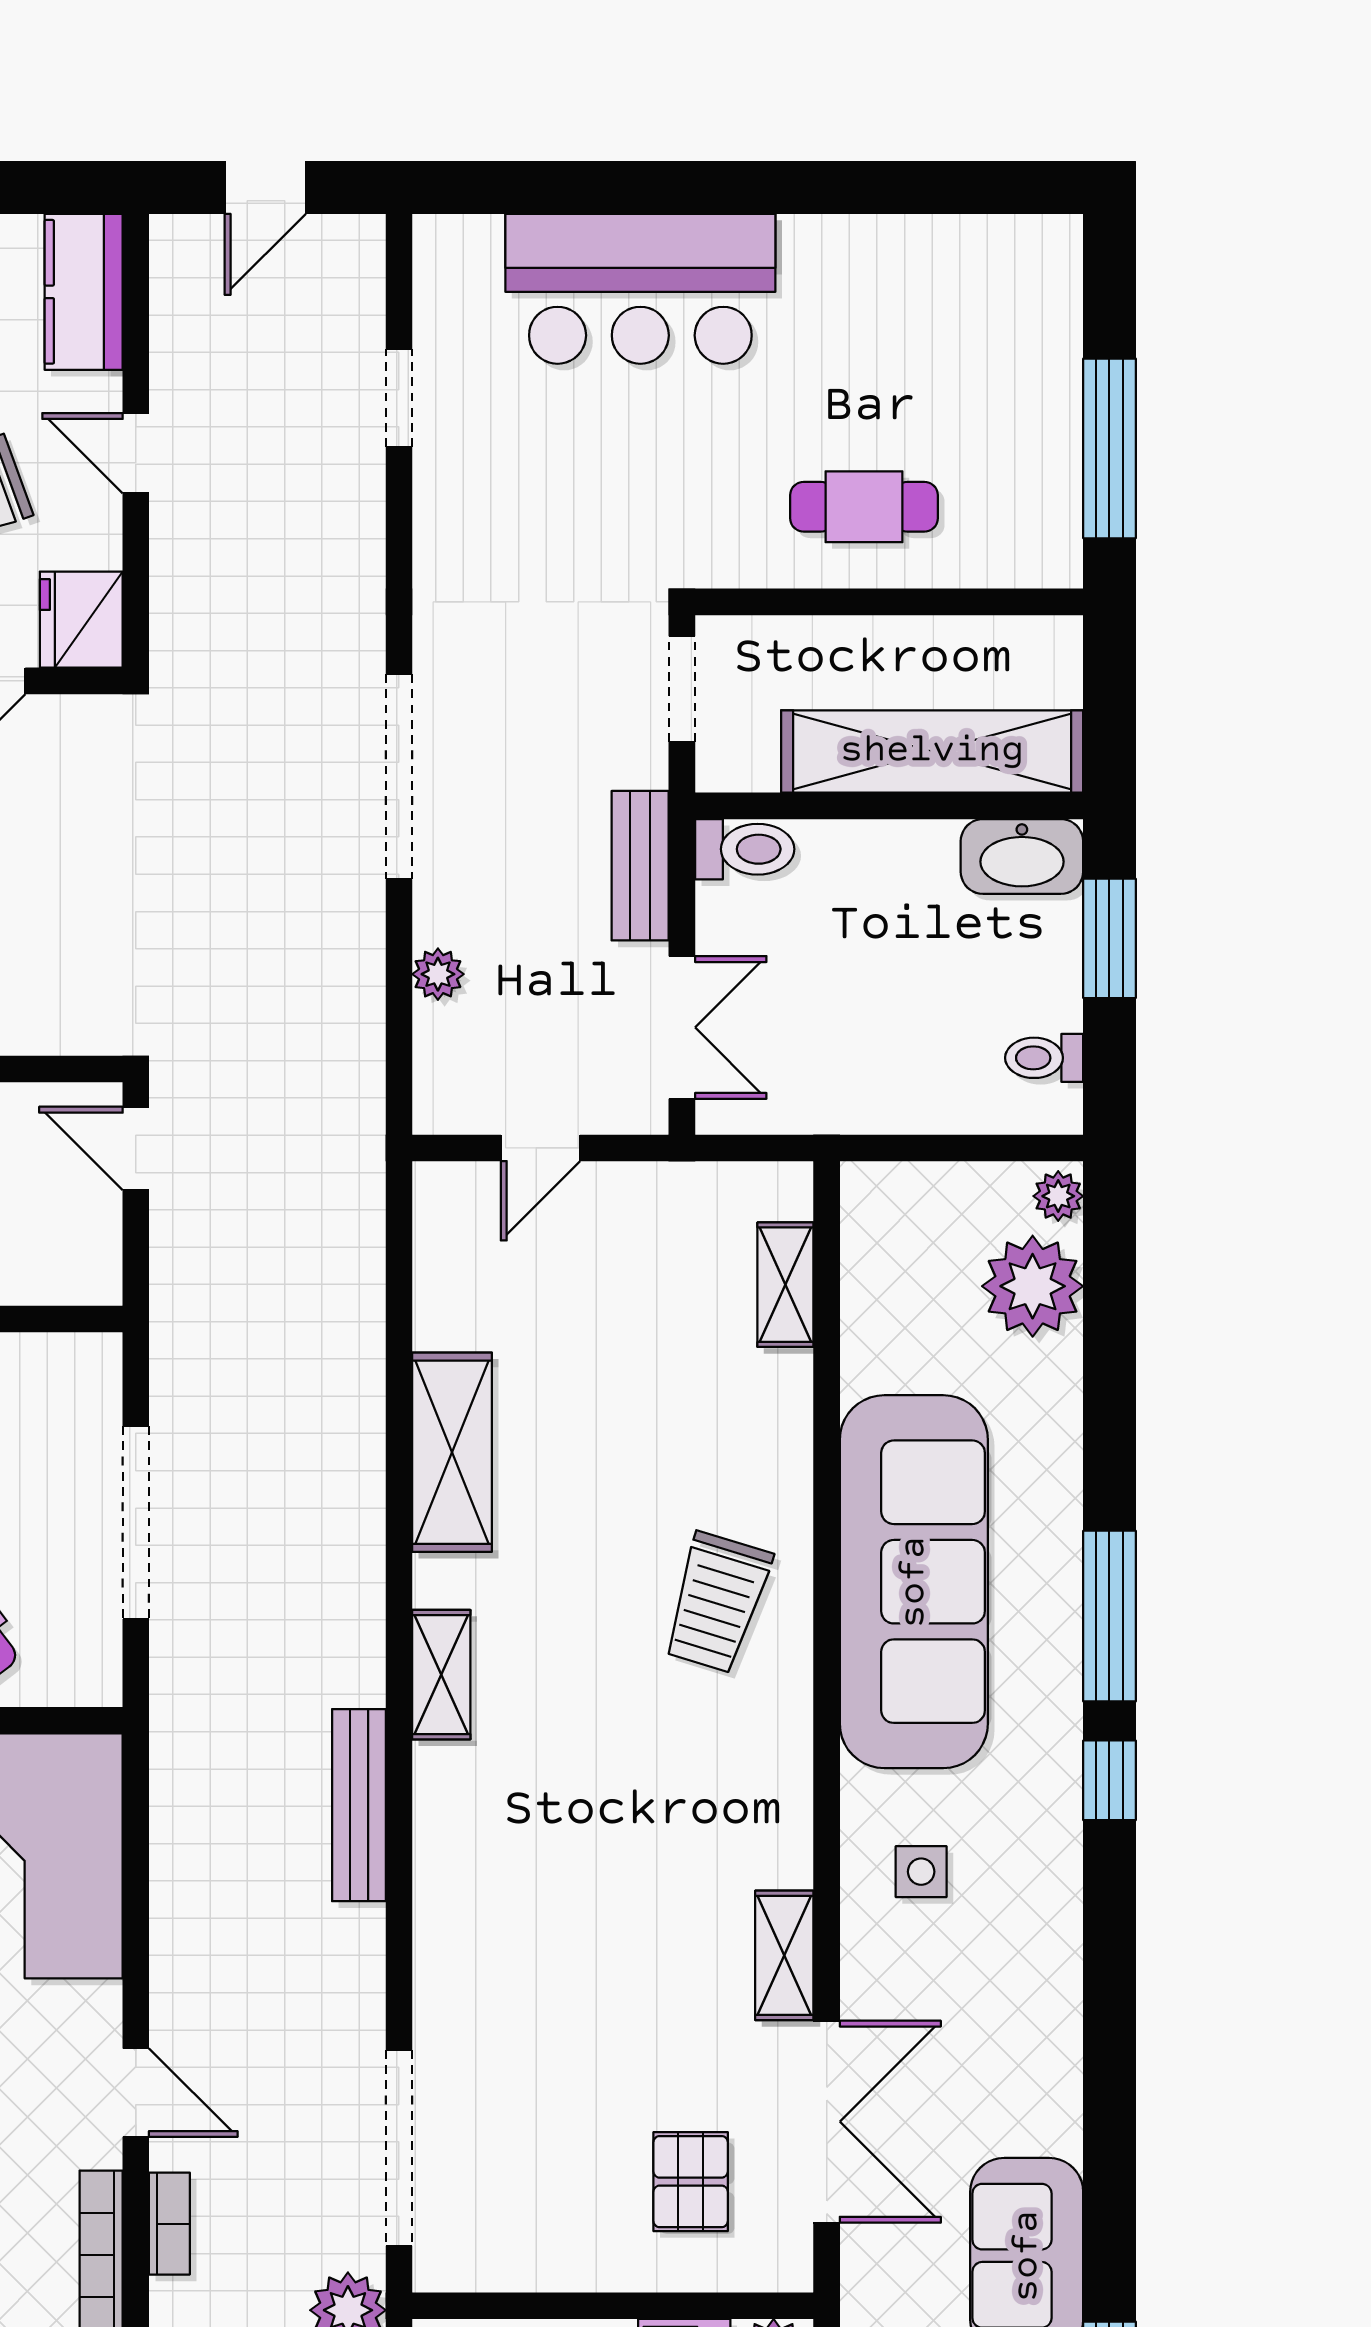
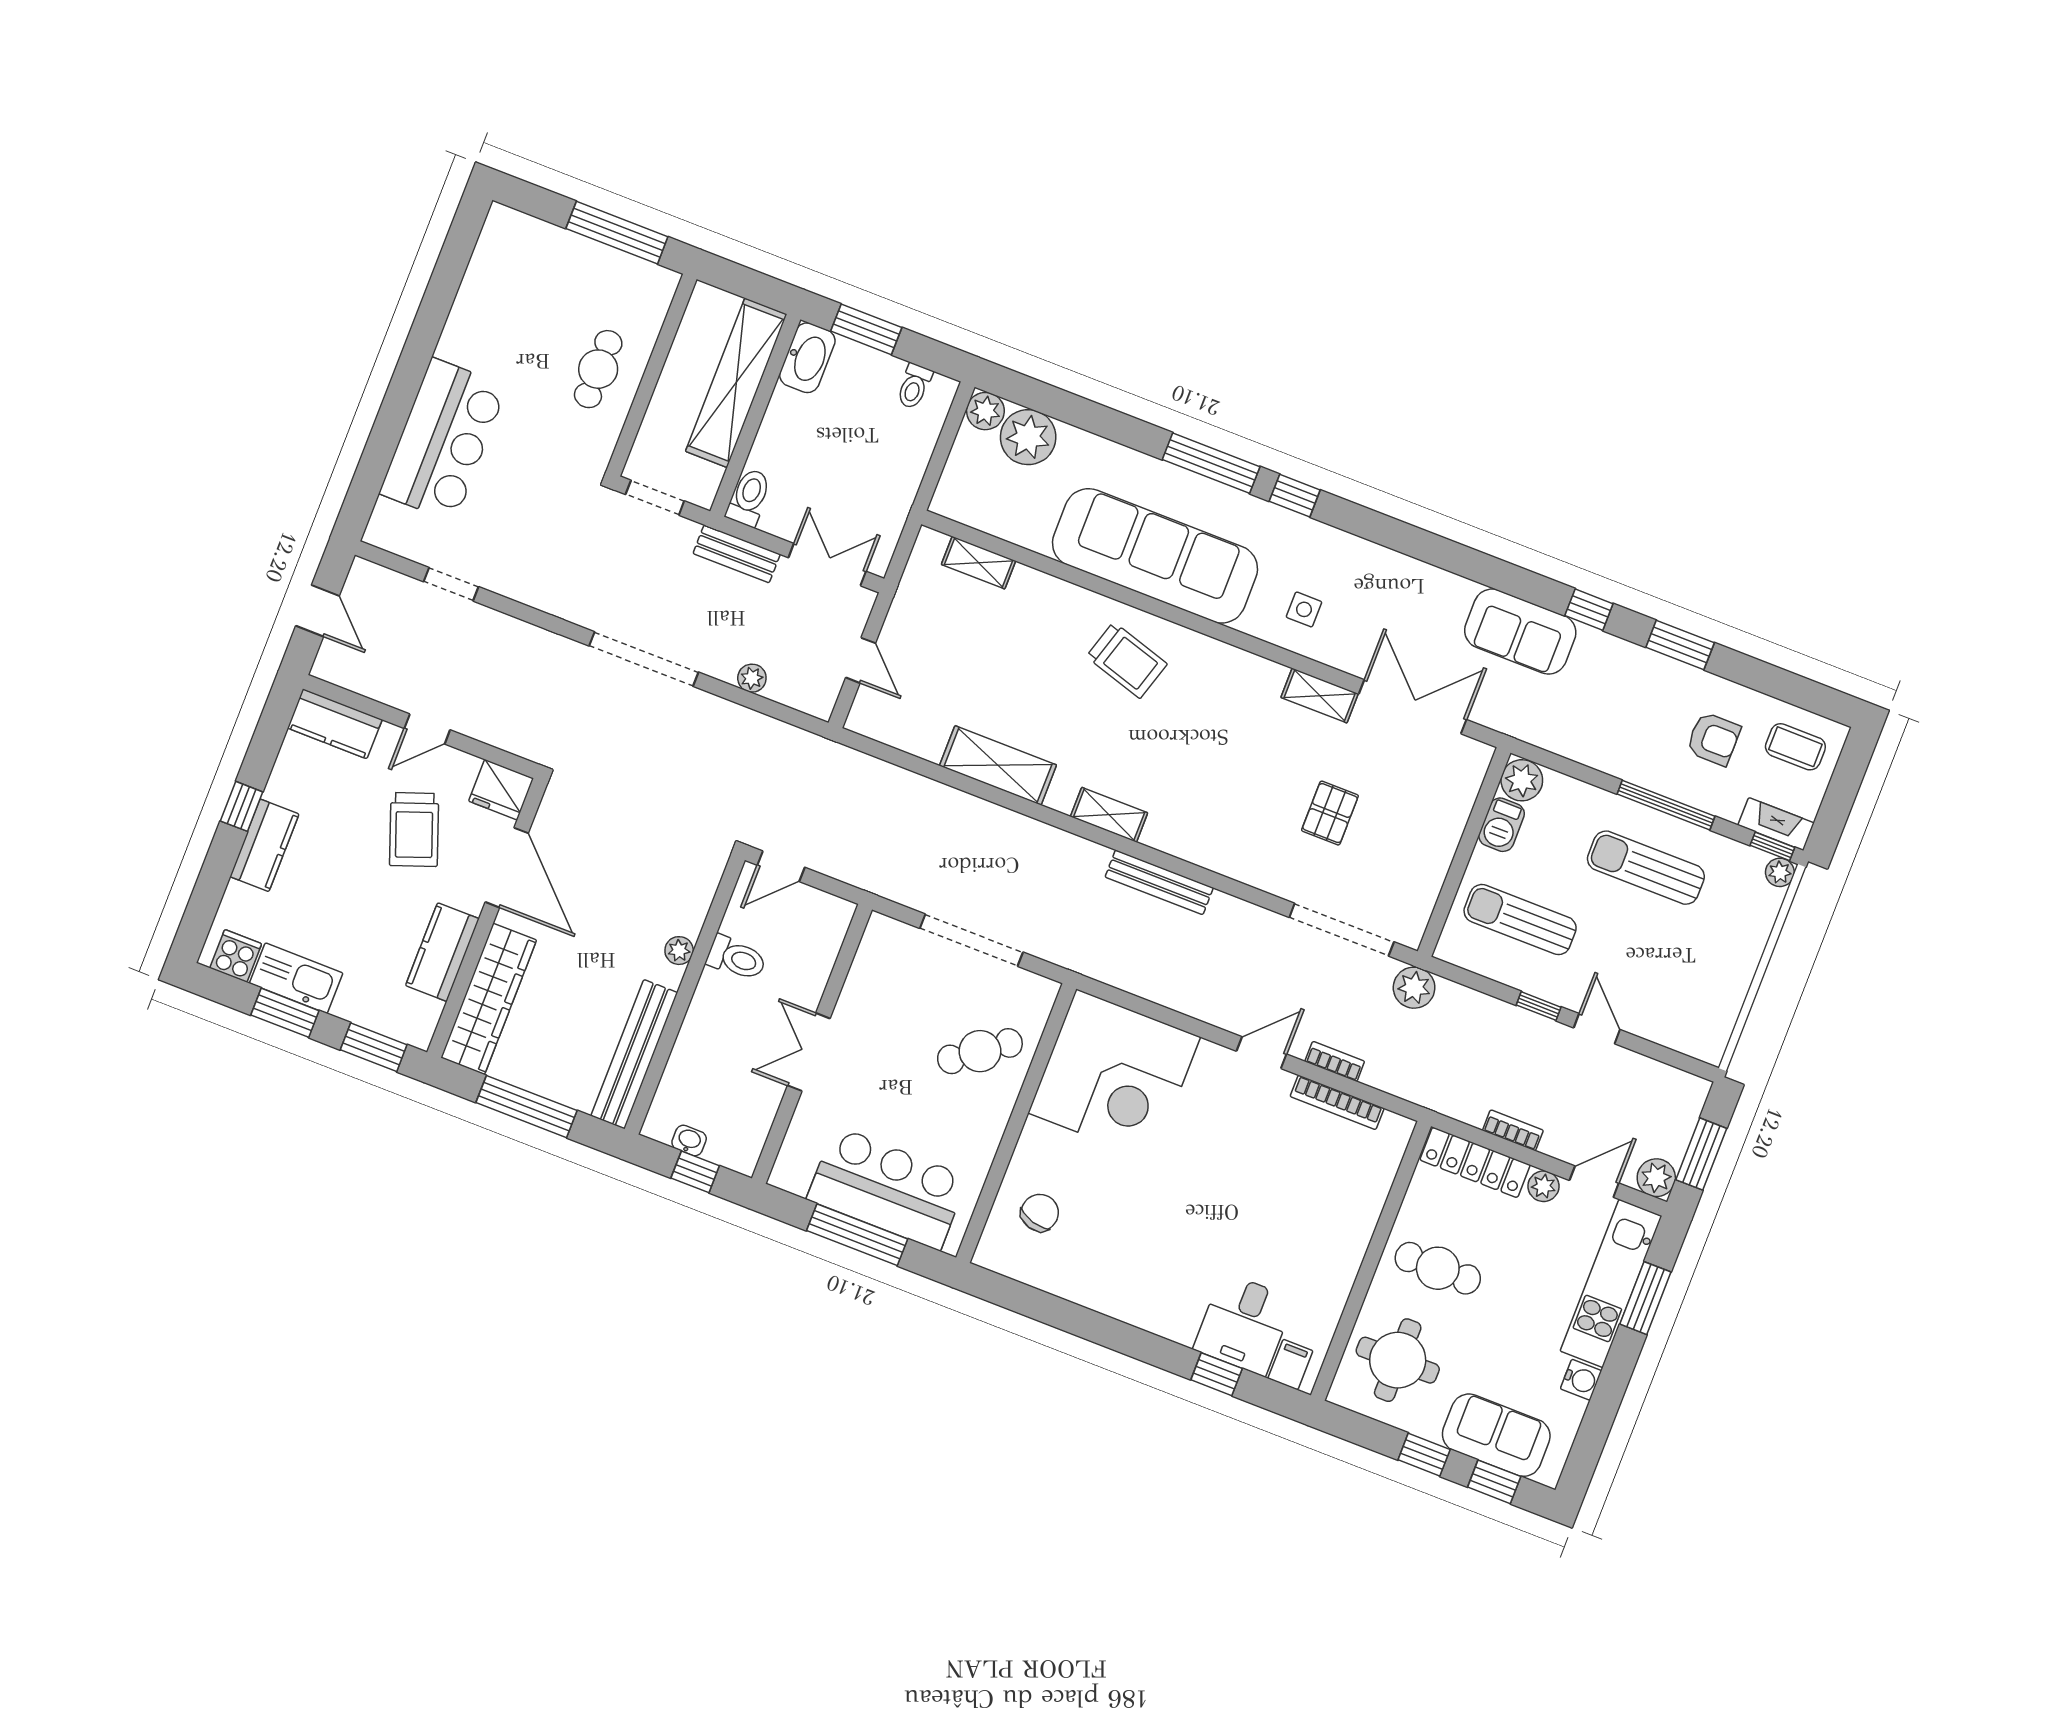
plant: (1058, 1196) -> (985, 411), width x1.38, depth x1.38
pallet: (691, 2182) -> (1330, 813), moved, turned 90

